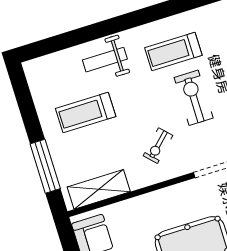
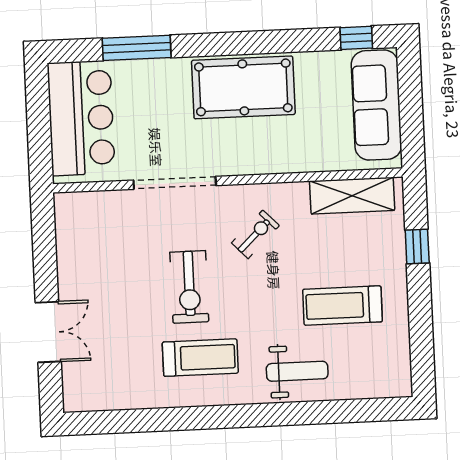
treadmill: (86, 113) -> (342, 306), turned 180
window: (45, 166) -> (417, 247), width x0.46

